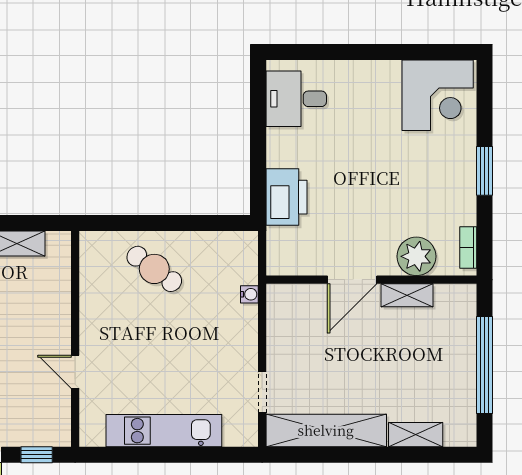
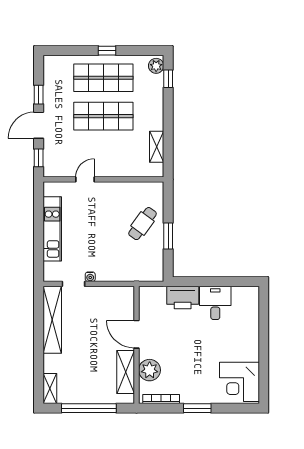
desk: (296, 99) -> (215, 303), moved
window: (176, 223) -> (168, 236), added
bookcase: (468, 248) -> (161, 399), width x1.56
water cooler: (249, 294) -> (90, 277), moved
shelving: (407, 295) -> (126, 372), width x1.50, depth x1.33
shelving: (416, 435) -> (50, 389), moved

